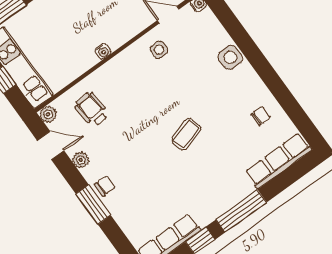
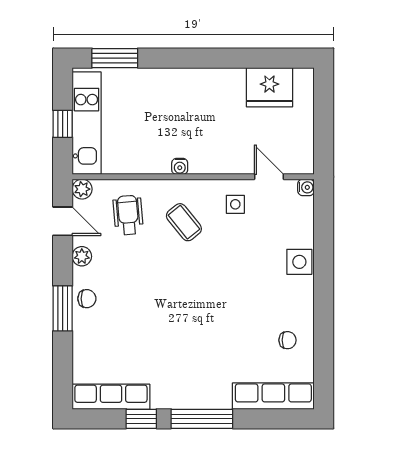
coffee table: (186, 134) -> (184, 222), moved, turned 68

